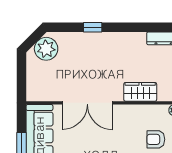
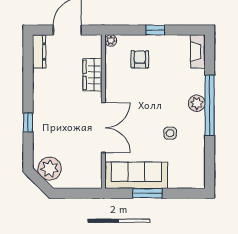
armchair: (156, 139) -> (140, 59), turned 180

